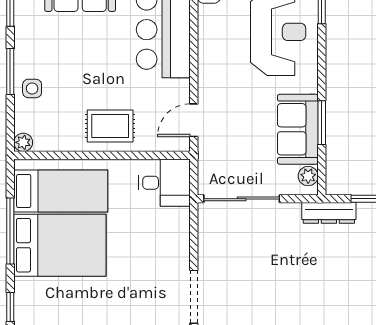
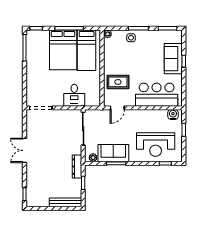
door: (194, 120) -> (117, 108), swing flipped
rug: (110, 126) -> (118, 82), moved, turned 90
desk: (164, 183) -> (74, 95), moved

